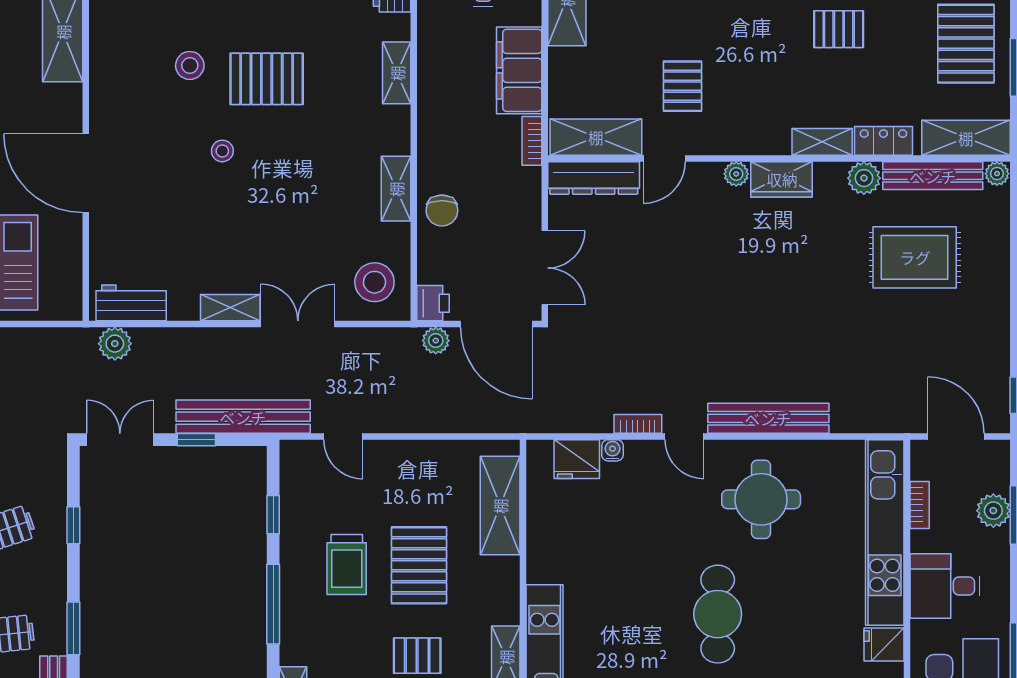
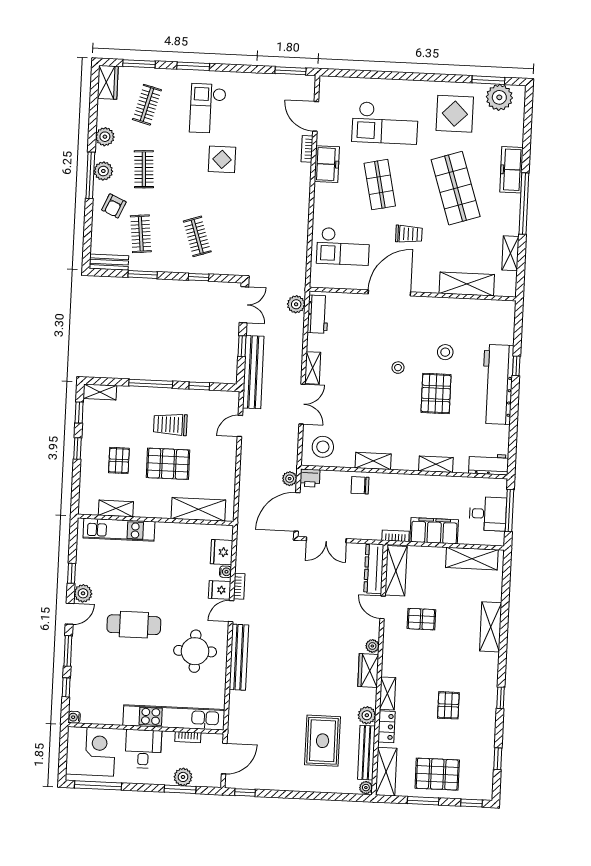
fridge: (884, 645) -> (220, 590), moved, turned -90

